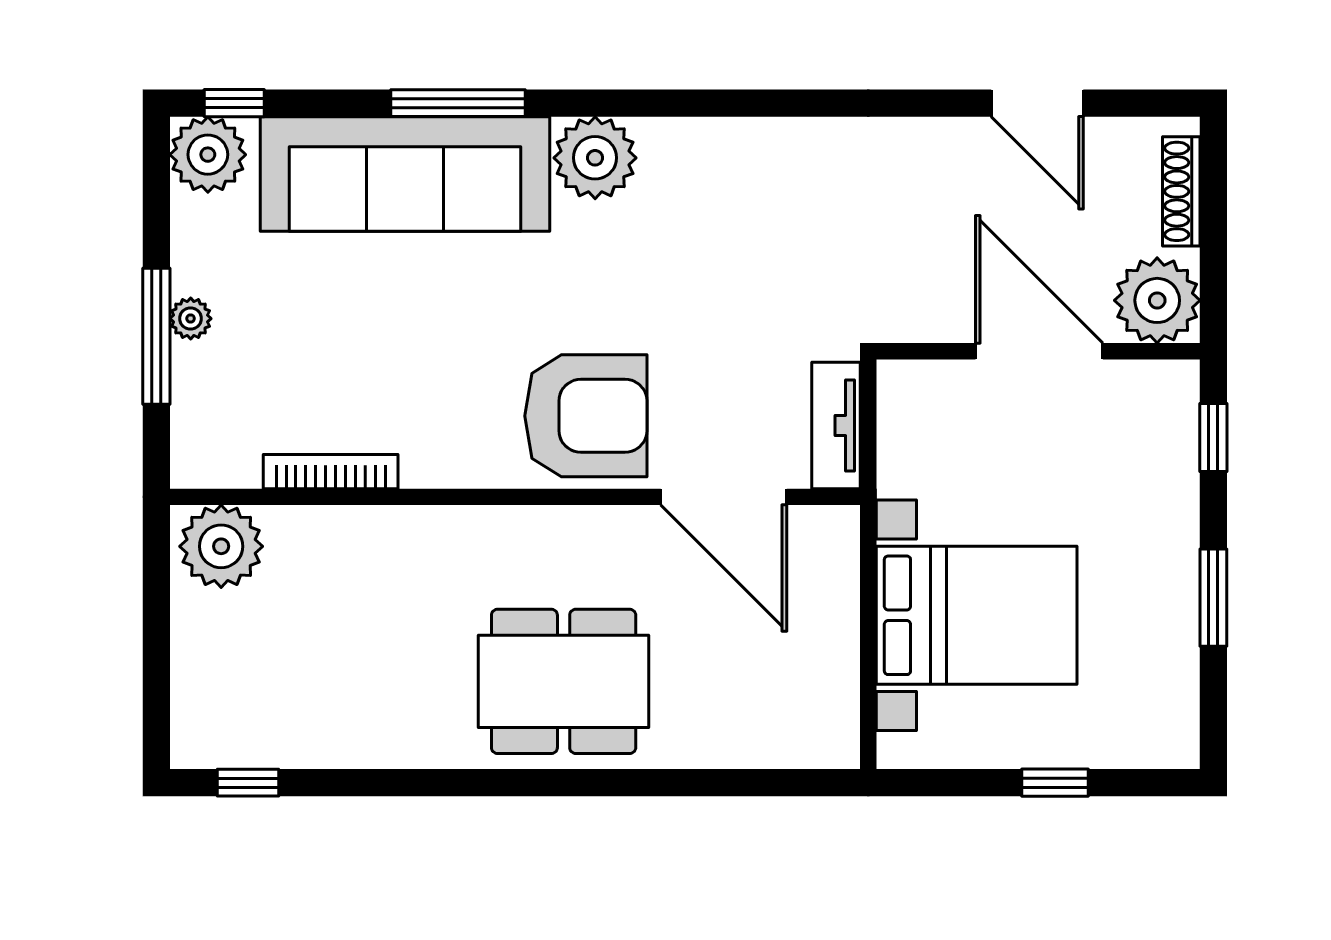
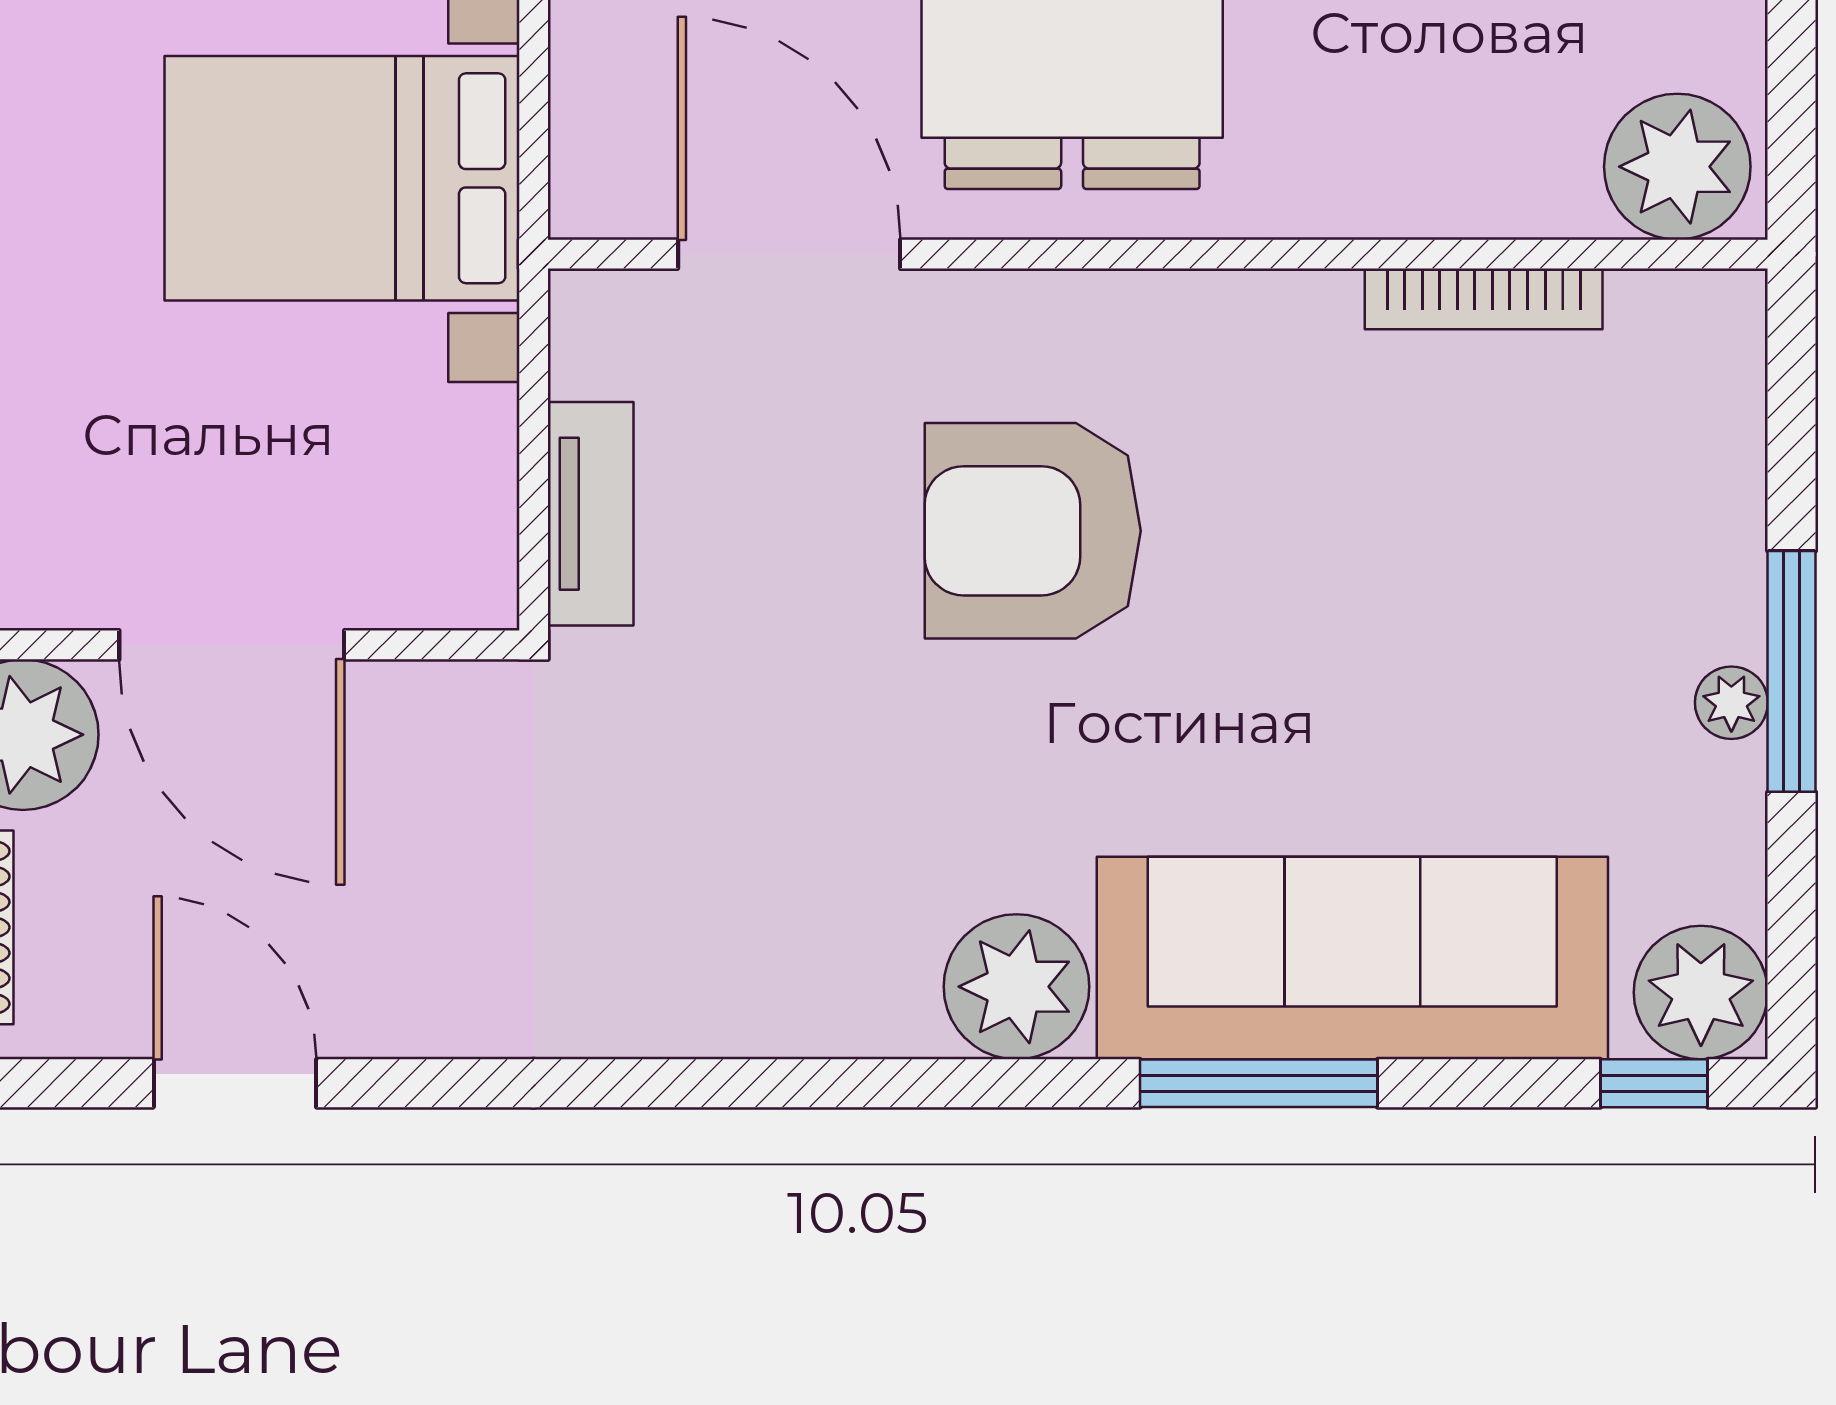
bookcase: (331, 472) -> (1484, 299), moved
wall: (515, 497) -> (1158, 254), moved
door: (724, 497) -> (789, 254), moved
plant: (221, 546) -> (1677, 167), moved

